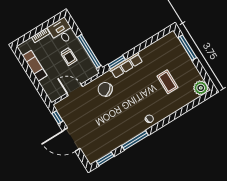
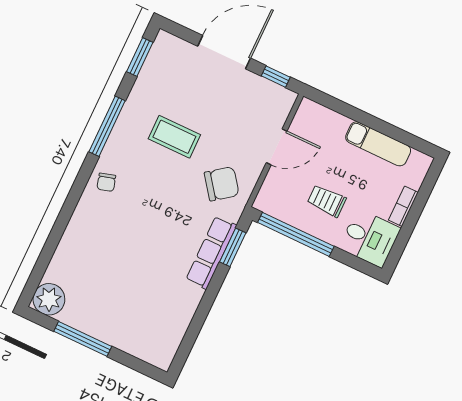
window: (187, 48) -> (83, 339), moved
coffee table: (167, 82) -> (174, 137), moved

